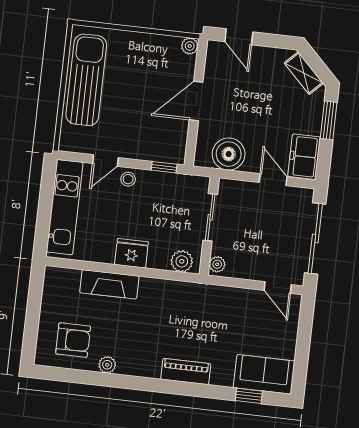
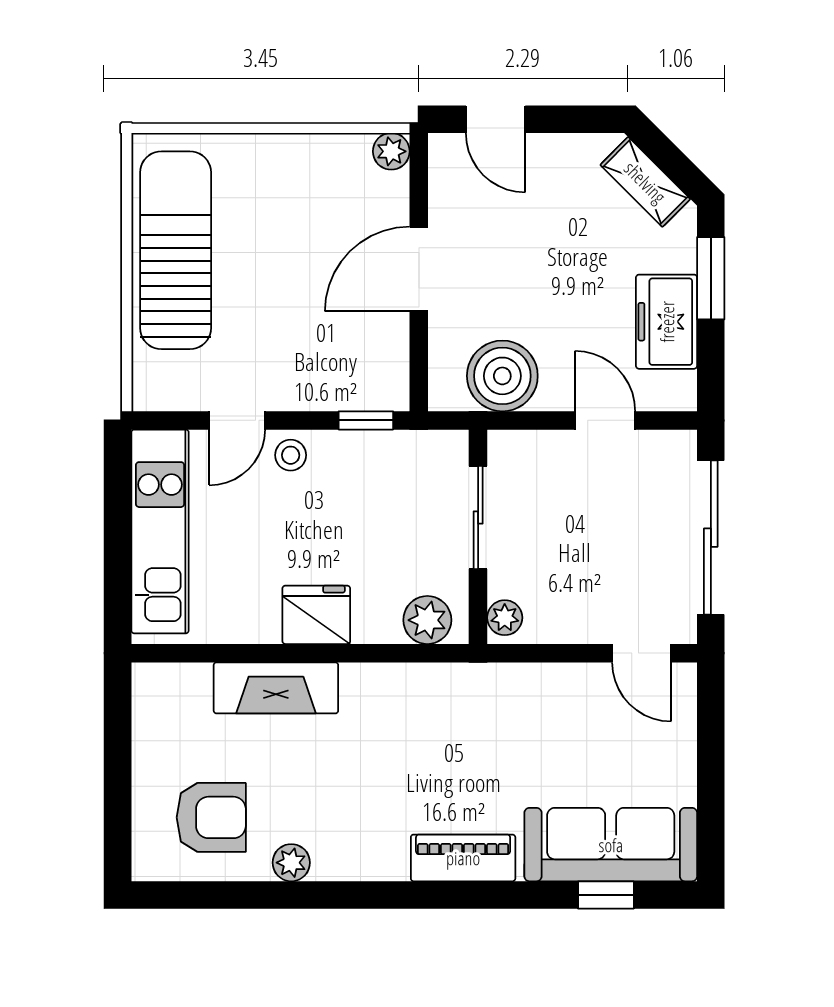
freezer: (304, 157) -> (667, 322), moved
sofa: (264, 374) -> (611, 845), width x1.36

